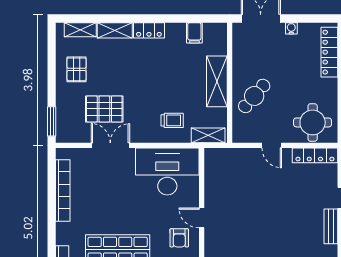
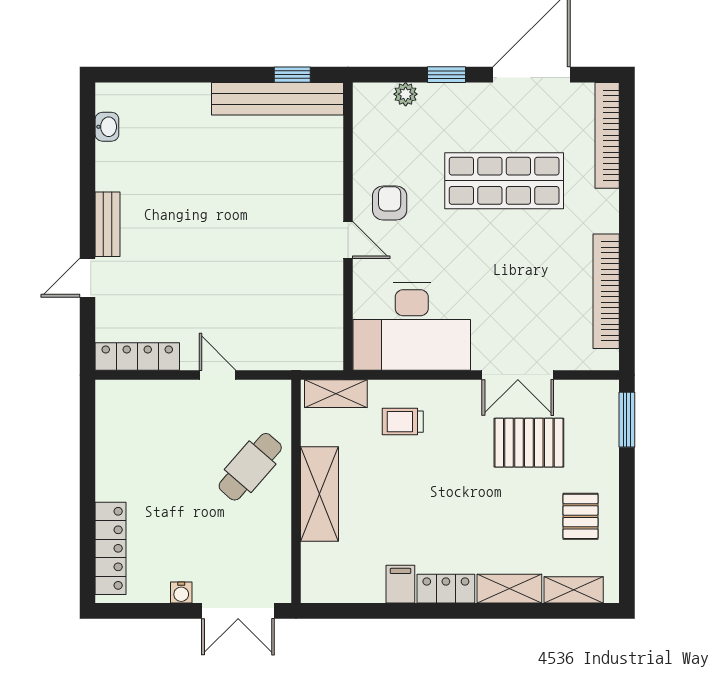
filing cabinet: (194, 33) -> (400, 584), moved
round table: (313, 122) -> (142, 417), removed

